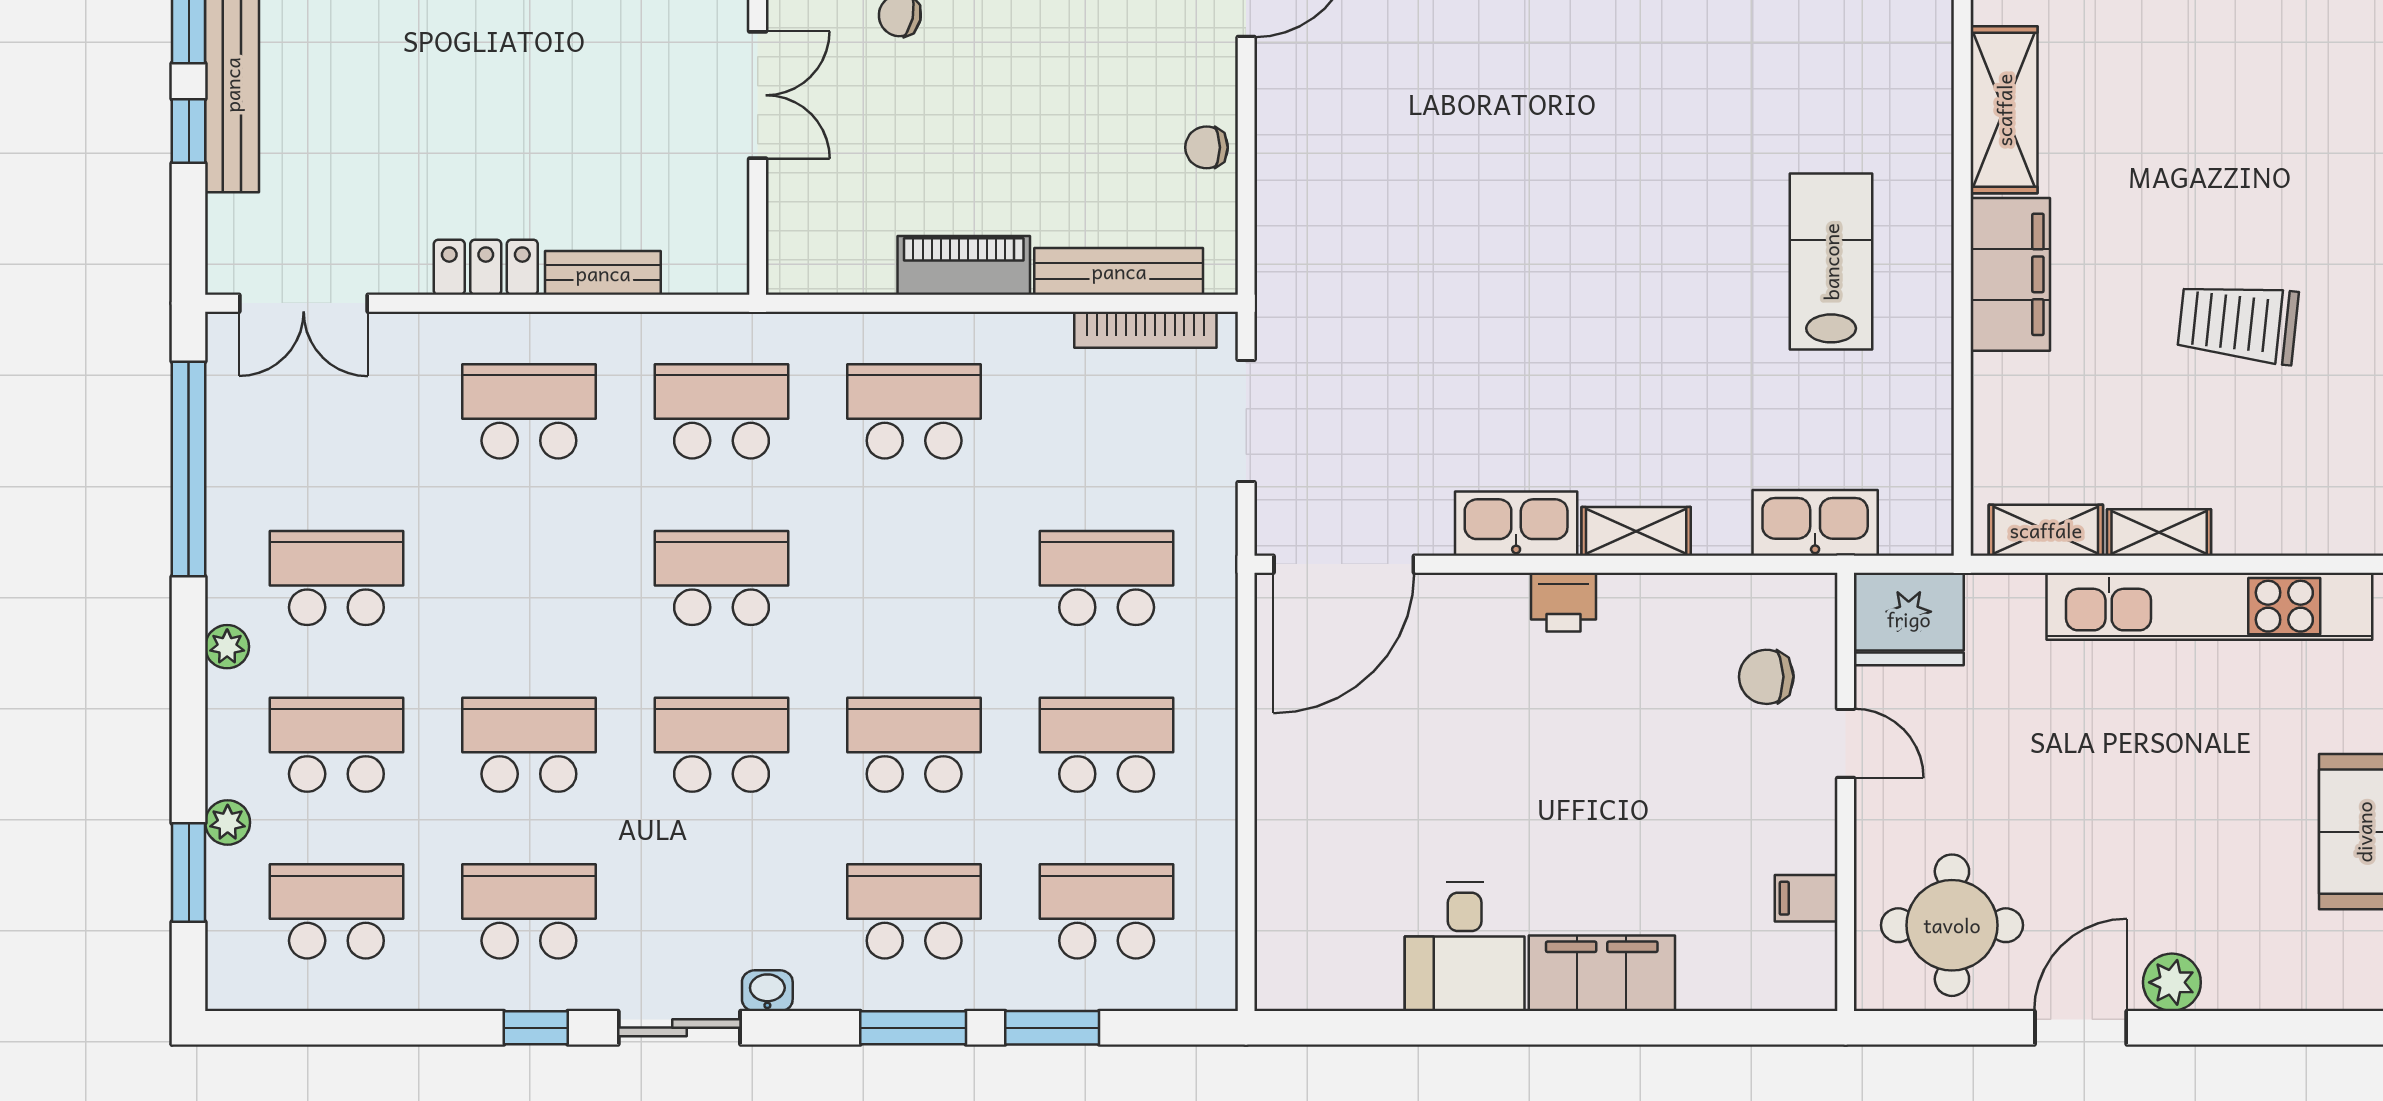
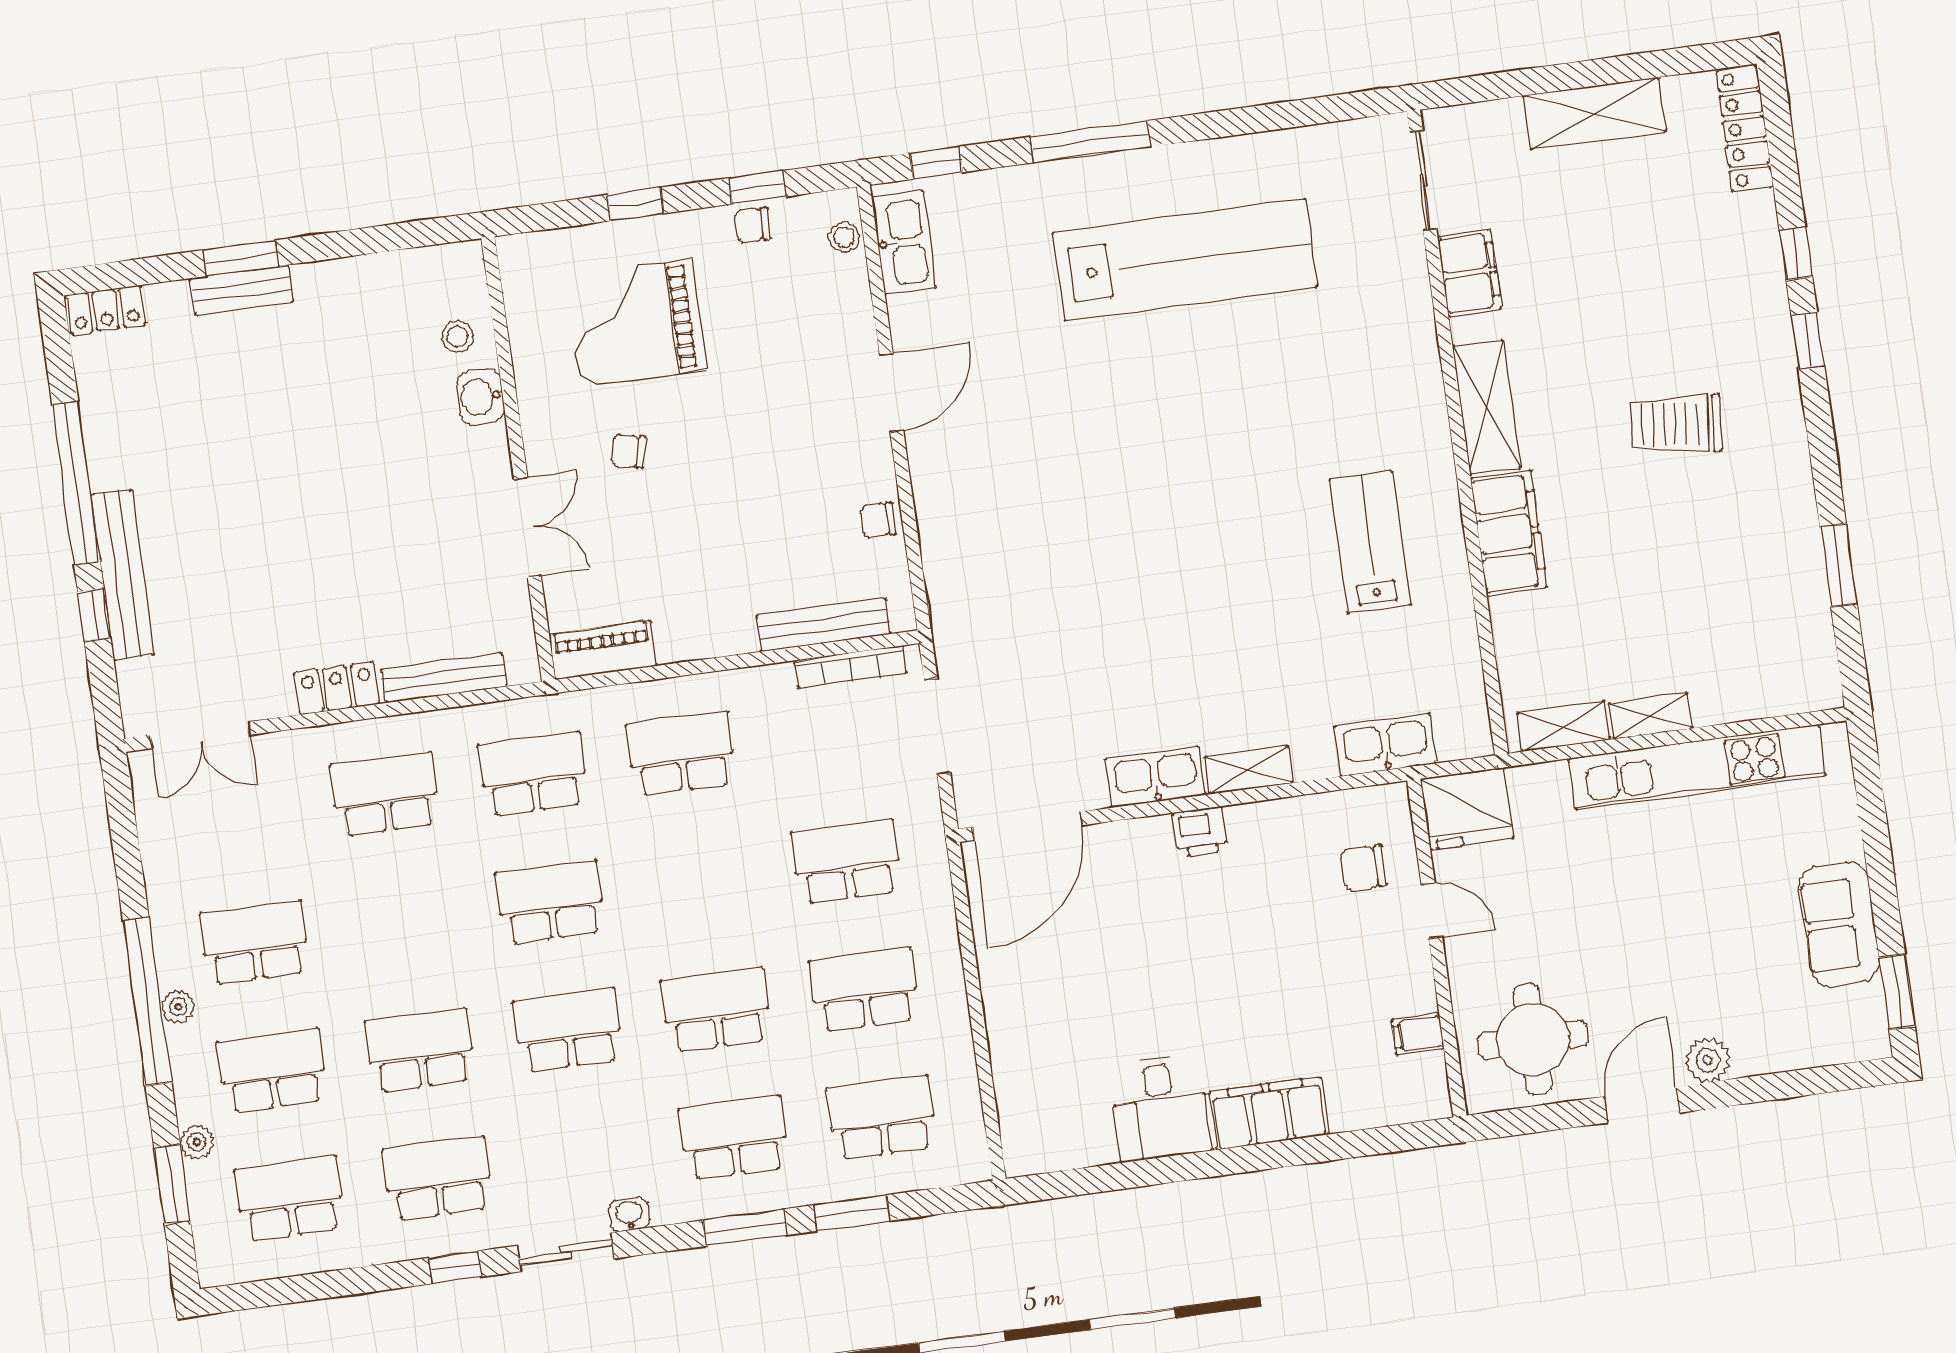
piano: (964, 265) -> (603, 650), moved
bench: (603, 273) -> (444, 678), width x1.36
trolley: (2238, 323) -> (1676, 424), moved
window: (189, 469) -> (147, 1002), moved

